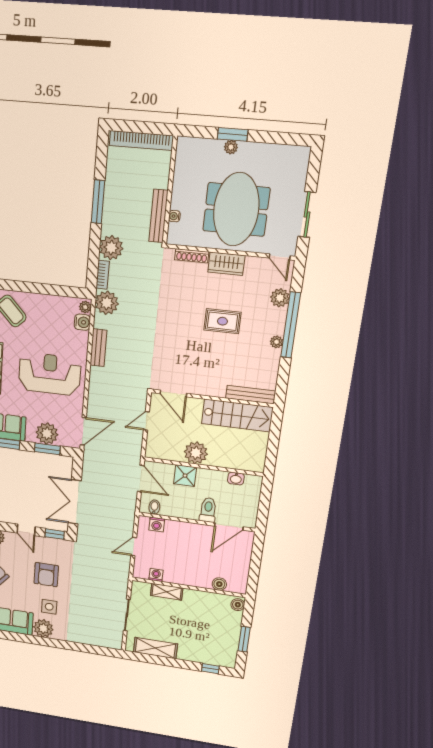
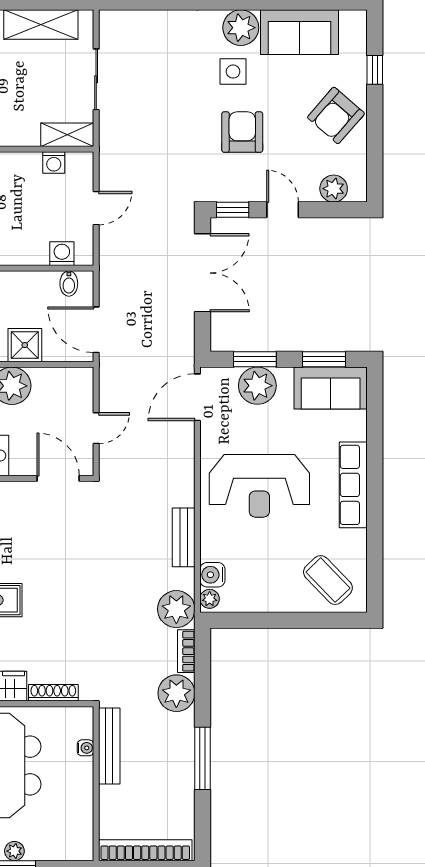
shelving: (167, 592) -> (67, 135), moved

